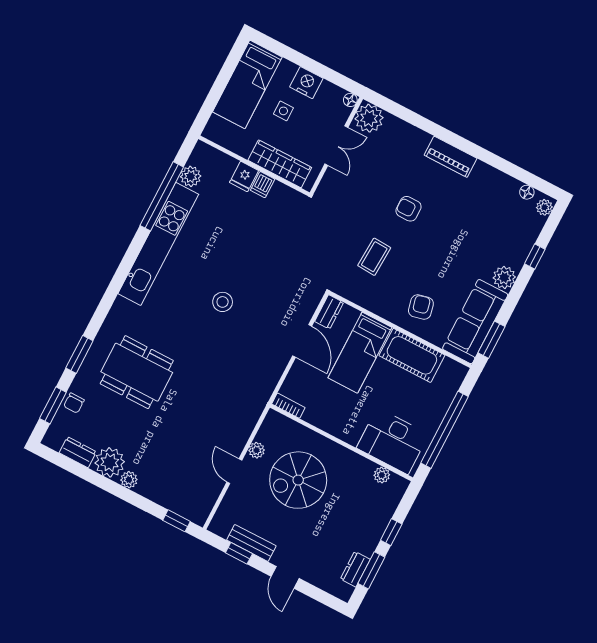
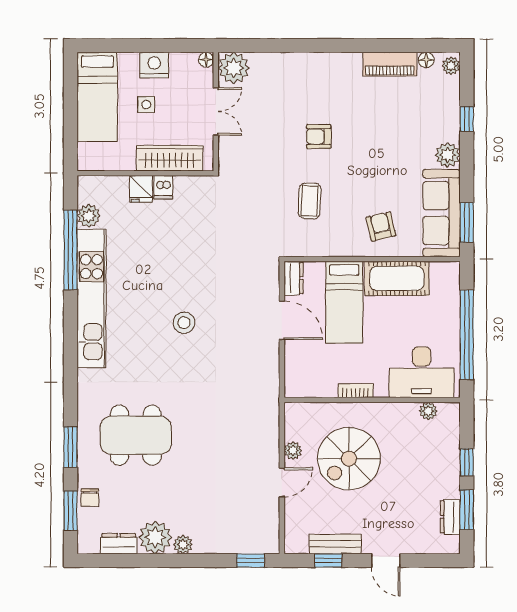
piano: (451, 157) -> (390, 64), moved
bookcase: (288, 406) -> (356, 391), moved
door: (234, 471) -> (282, 482), swing flipped

